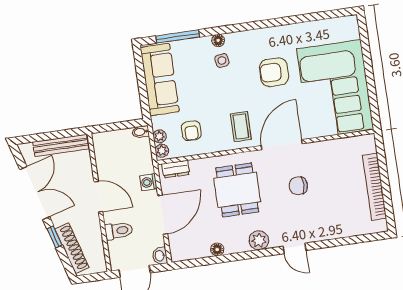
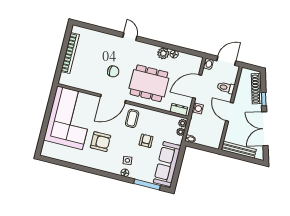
armchair: (191, 131) -> (146, 141), moved
dining table: (237, 190) -> (149, 83), width x1.37
plant: (259, 240) -> (163, 53), moved

